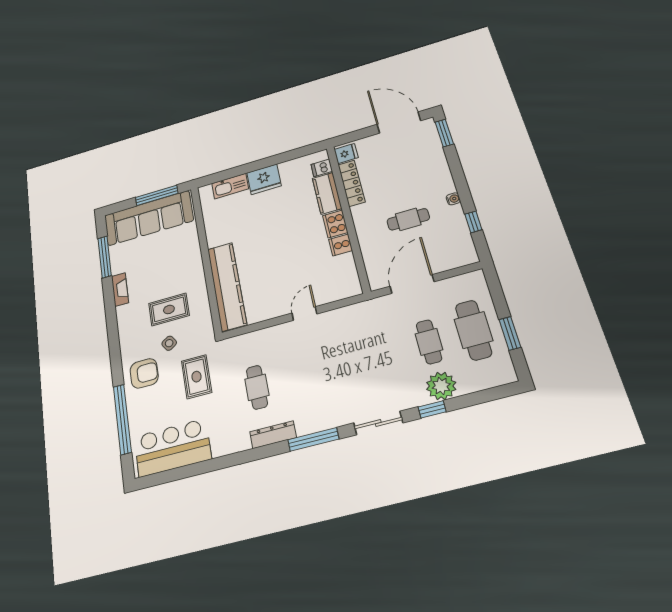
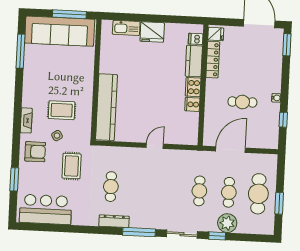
fireplace: (120, 289) -> (26, 120), moved
cafe table: (385, 353) -> (199, 191), added
window: (122, 419) -> (14, 179), width x0.47

